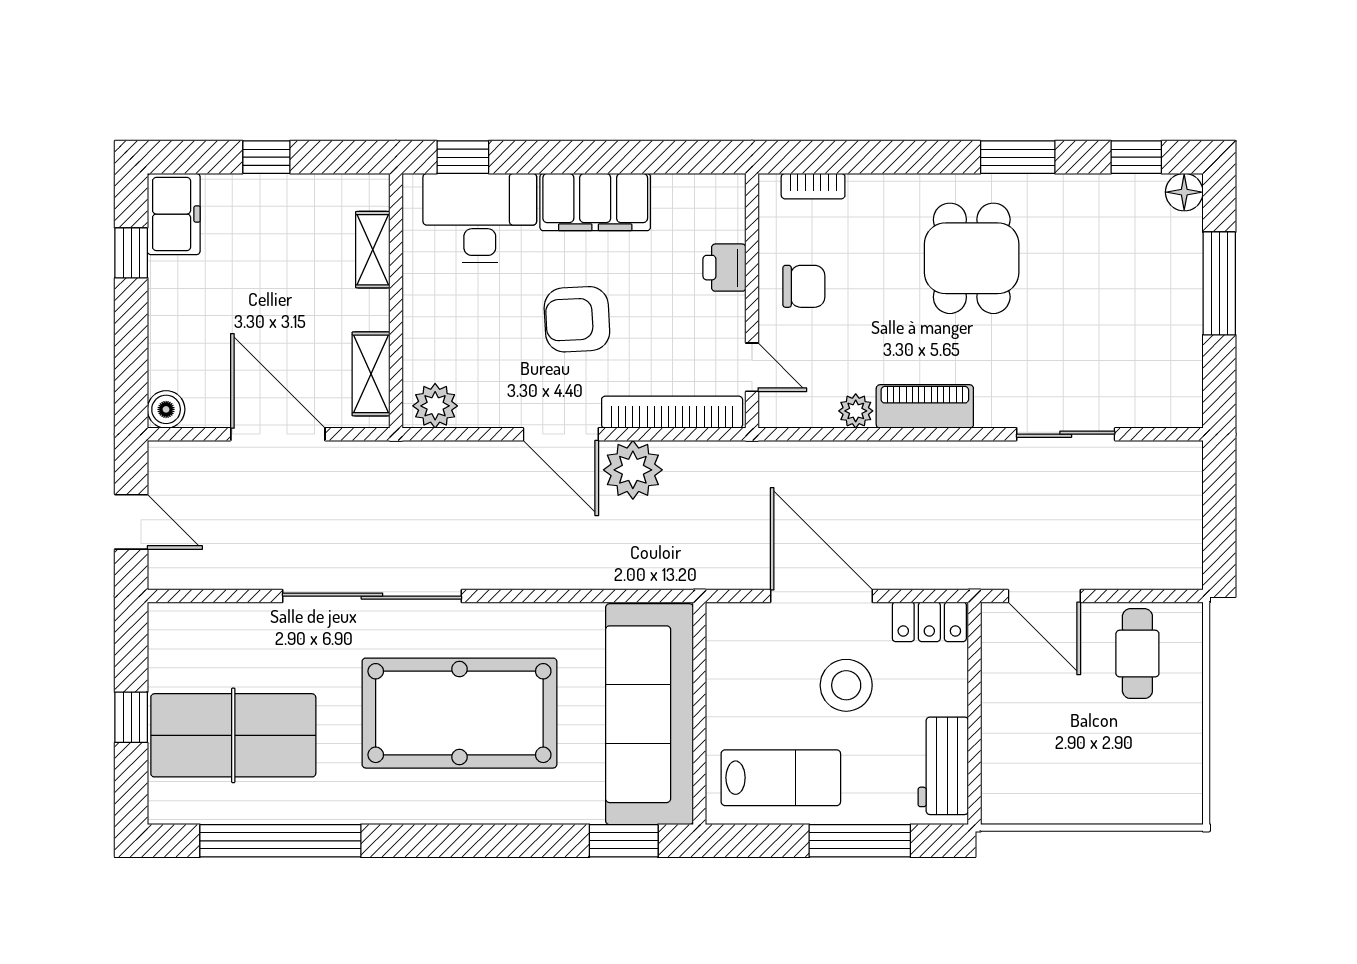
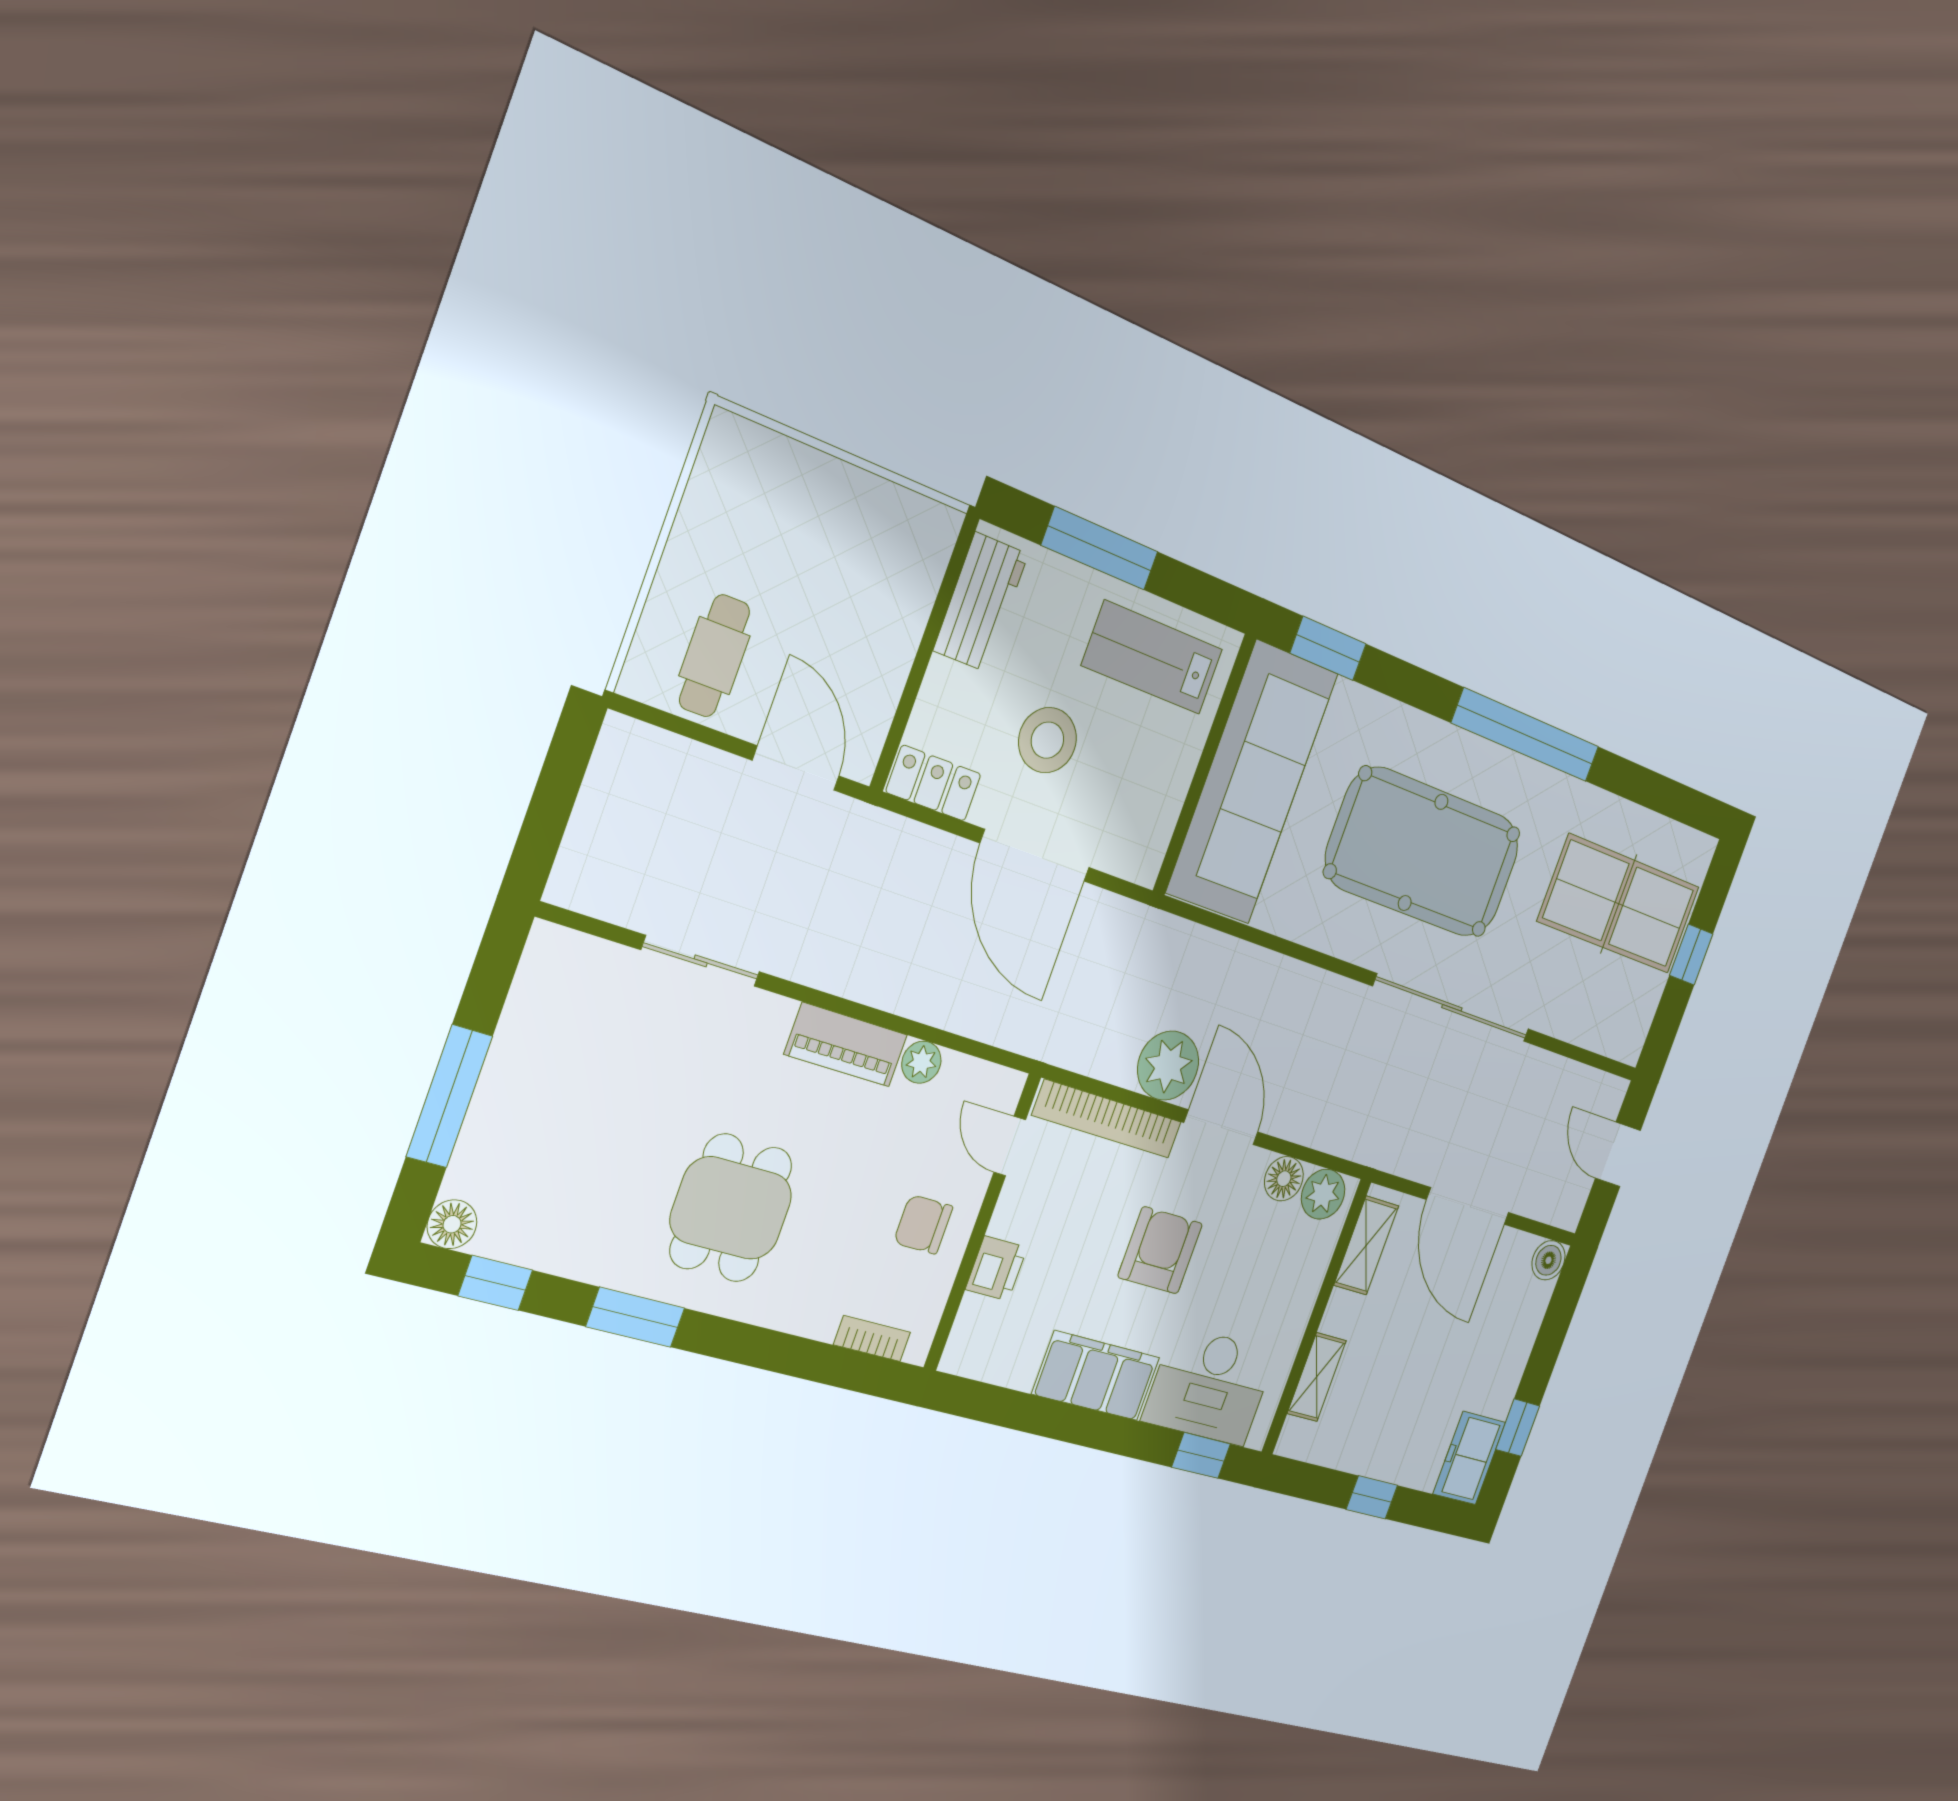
armchair: (577, 319) -> (1160, 1250), turned -87
floor lamp: (480, 408) -> (1284, 1179), added
window: (280, 841) -> (1526, 735), moved

